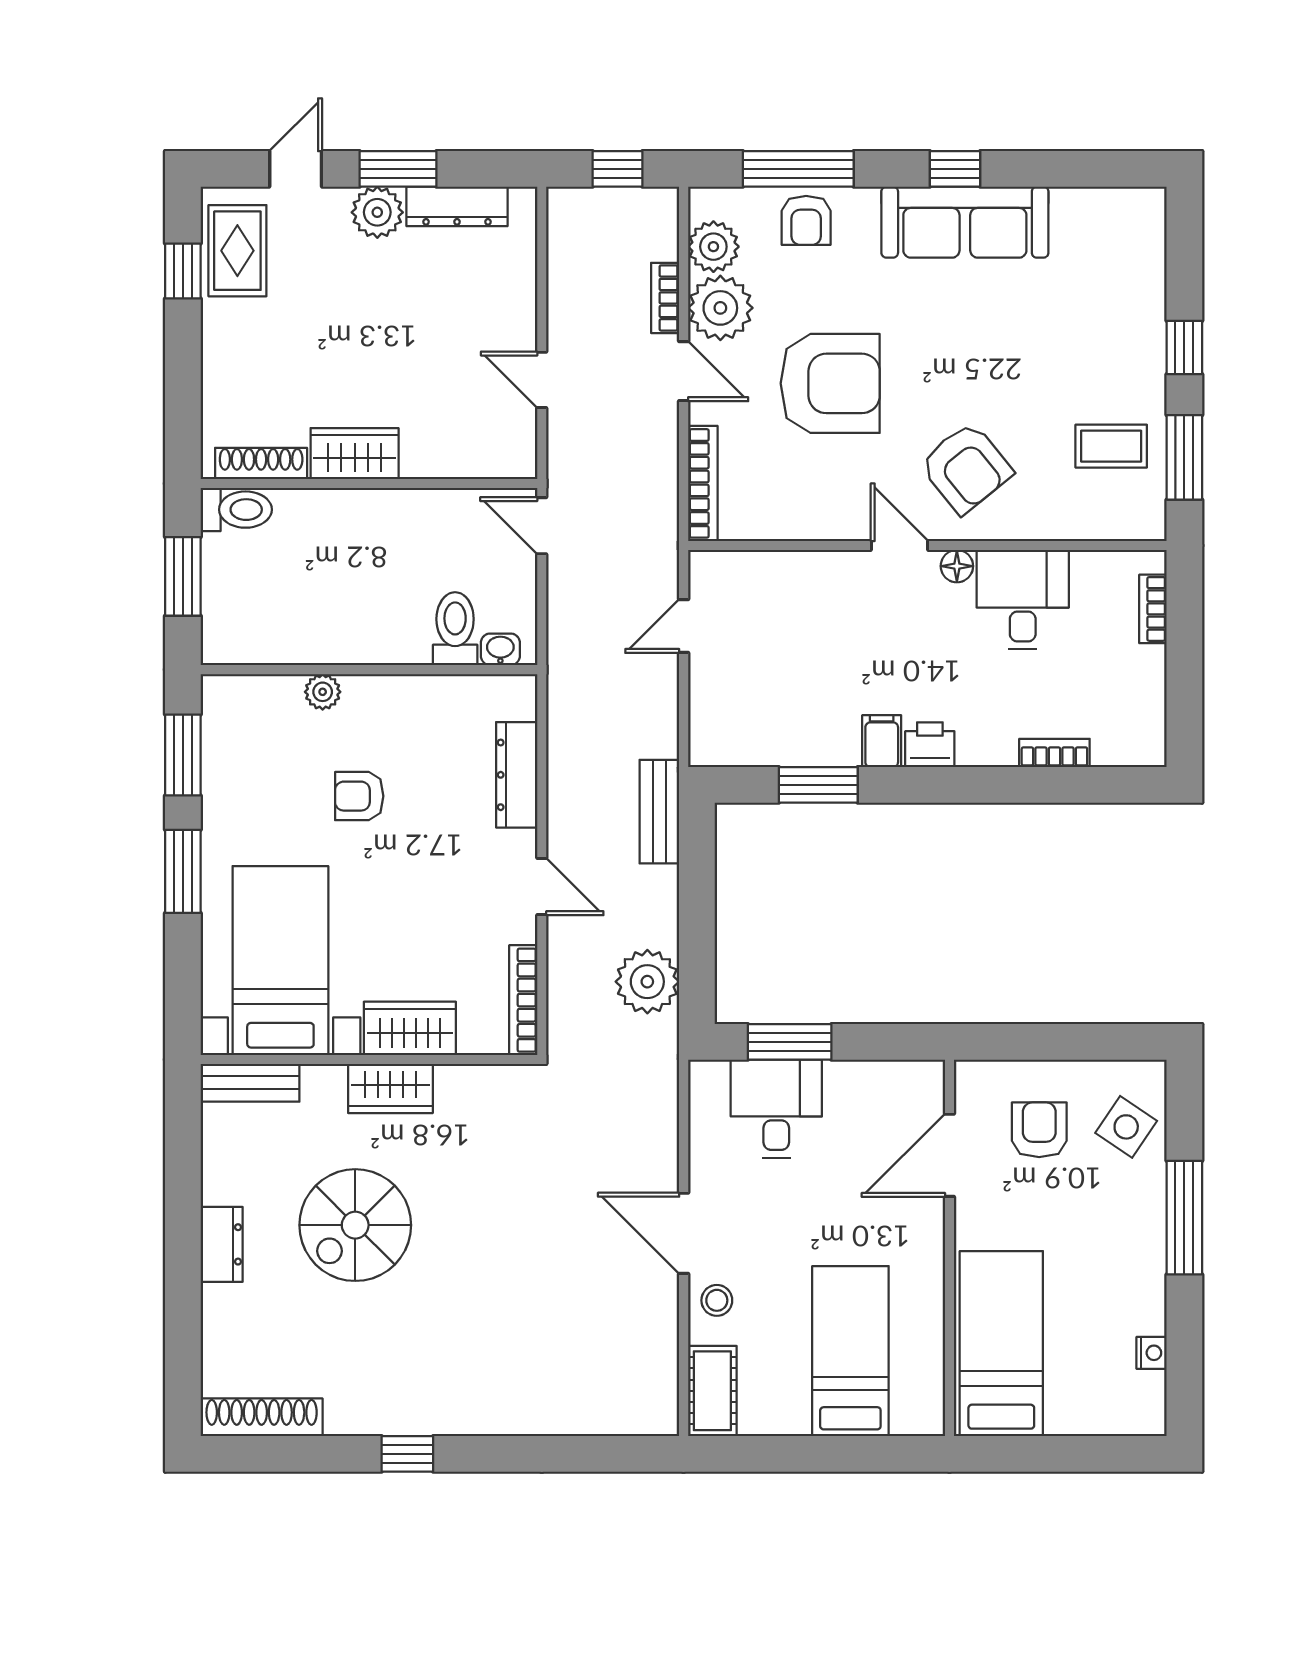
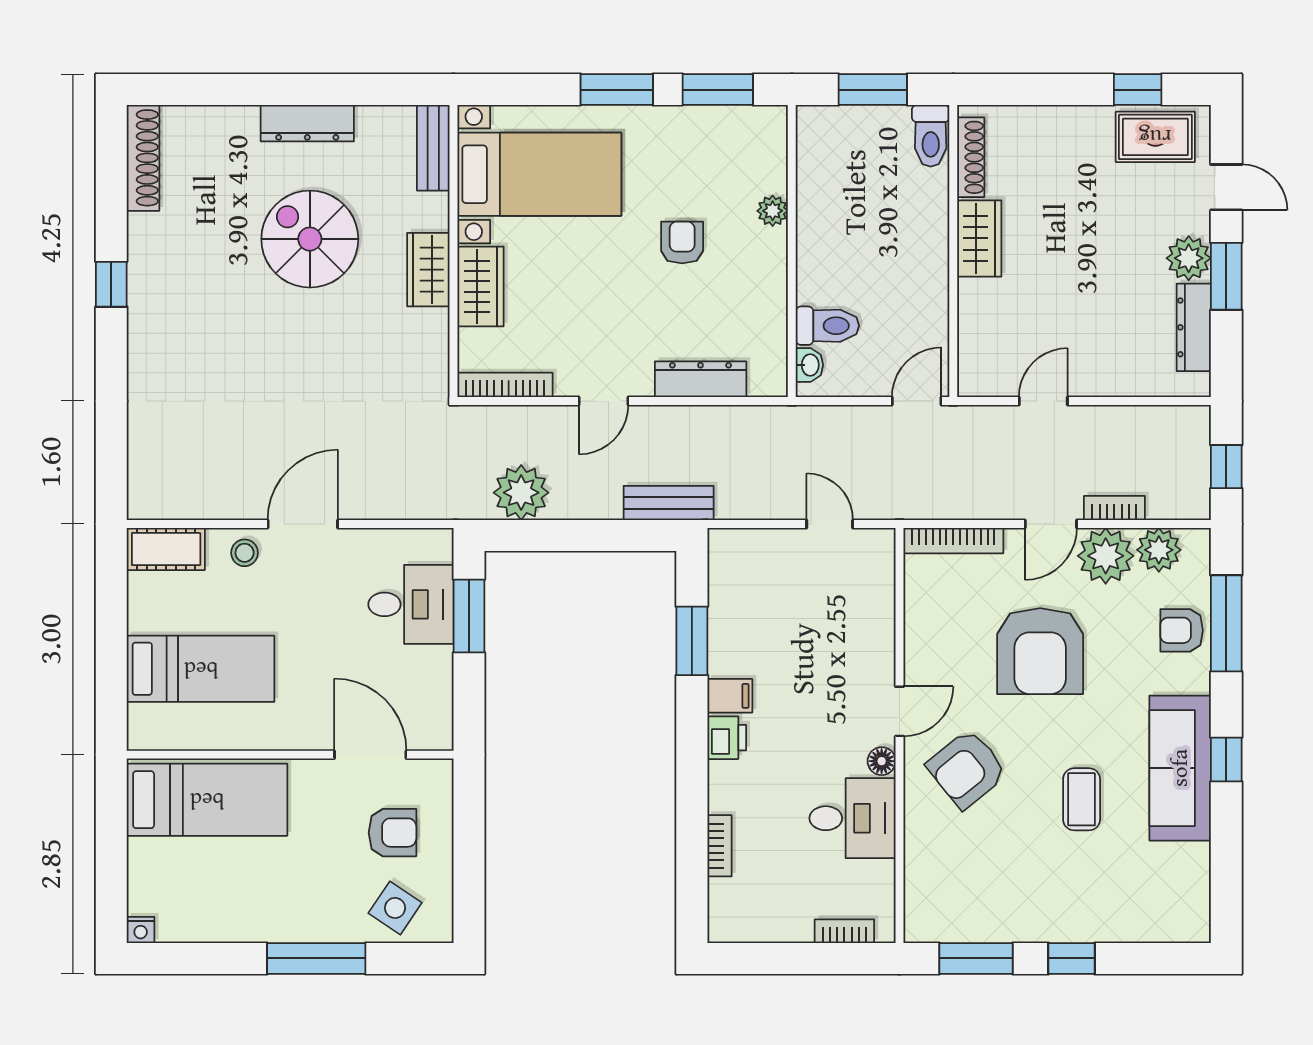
coffee table: (1111, 446) -> (1082, 799), moved
dresser: (222, 1244) -> (307, 123), width x1.44
nightstand: (1151, 1353) -> (141, 930), moved

